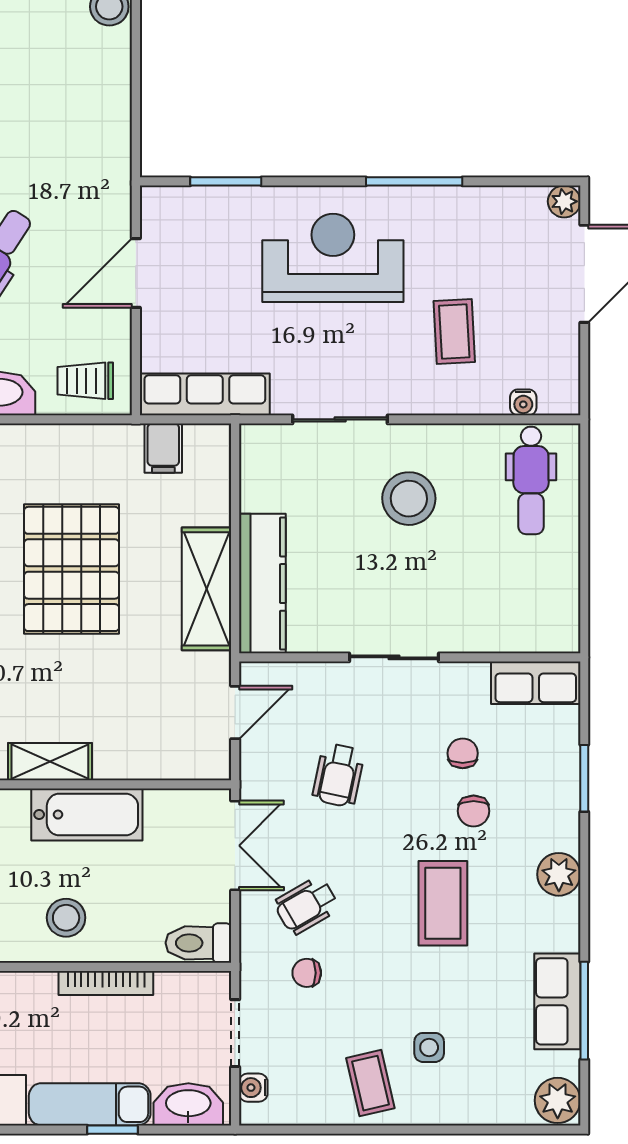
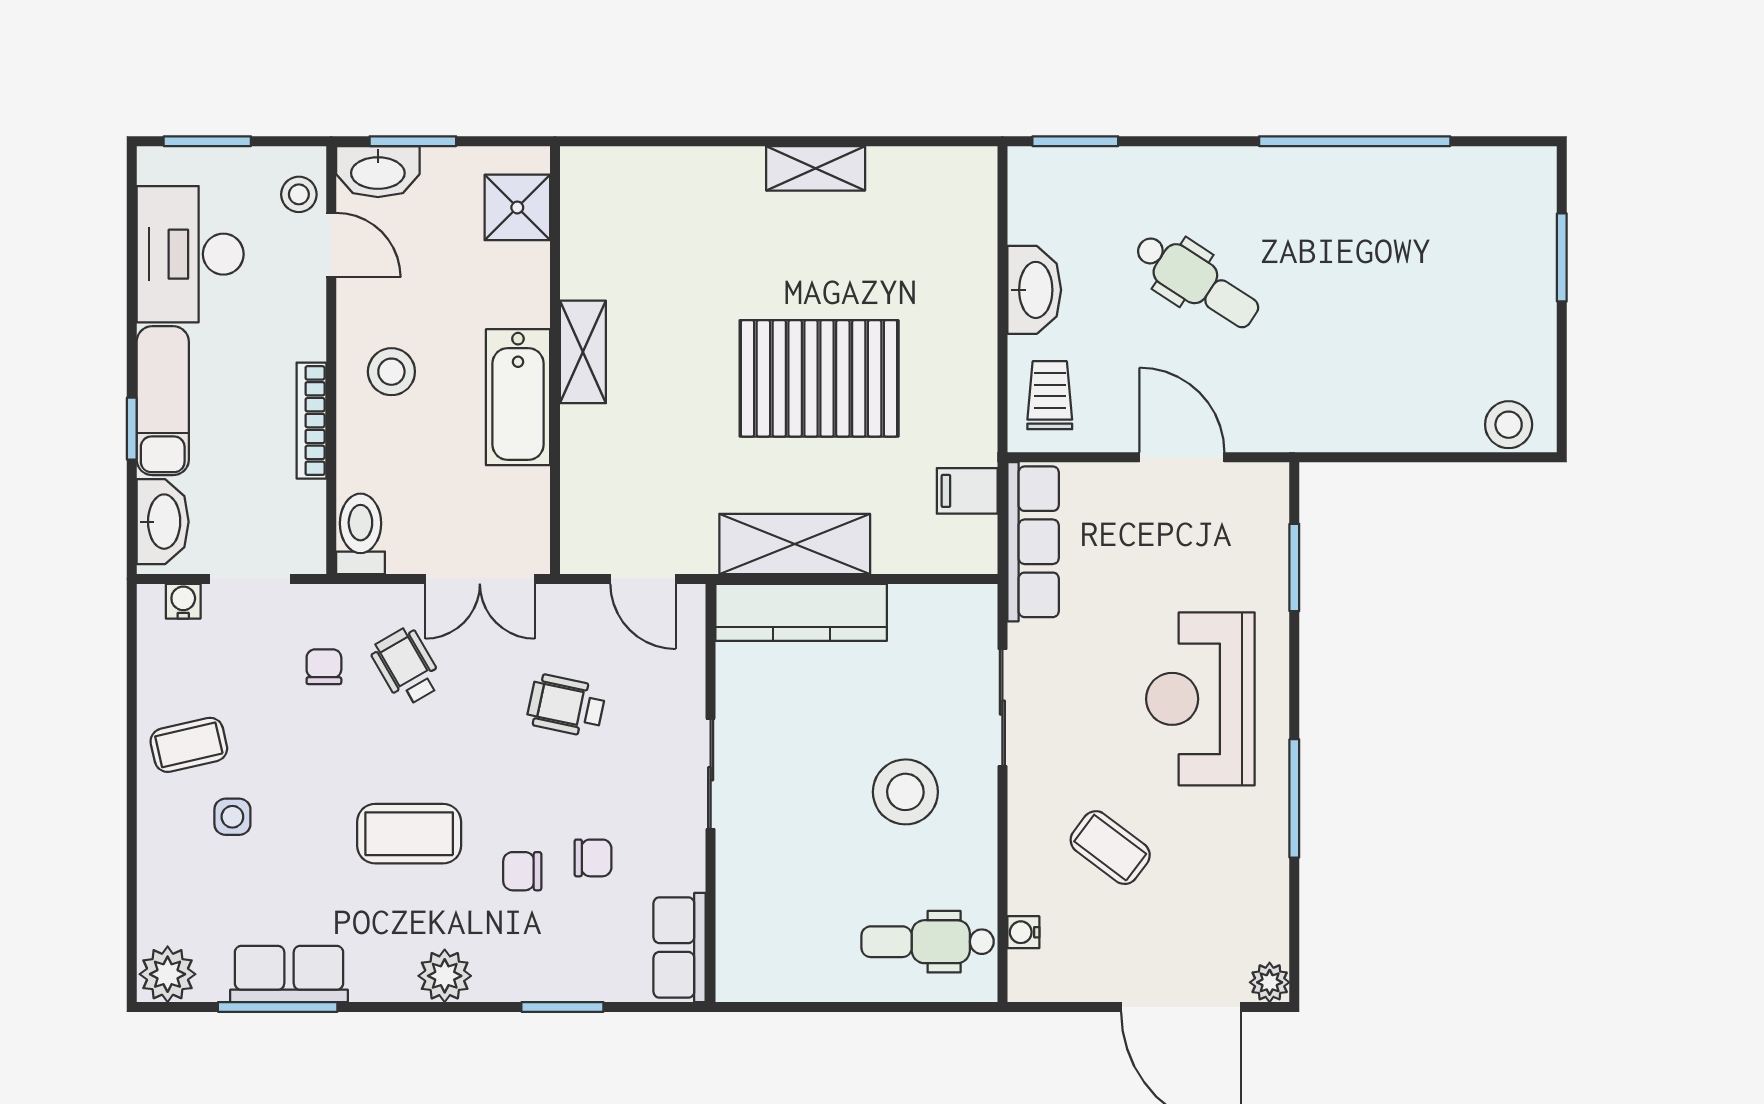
reception desk: (333, 258) -> (1200, 699), turned 180
coffee table: (454, 331) -> (1110, 848), turned 40

